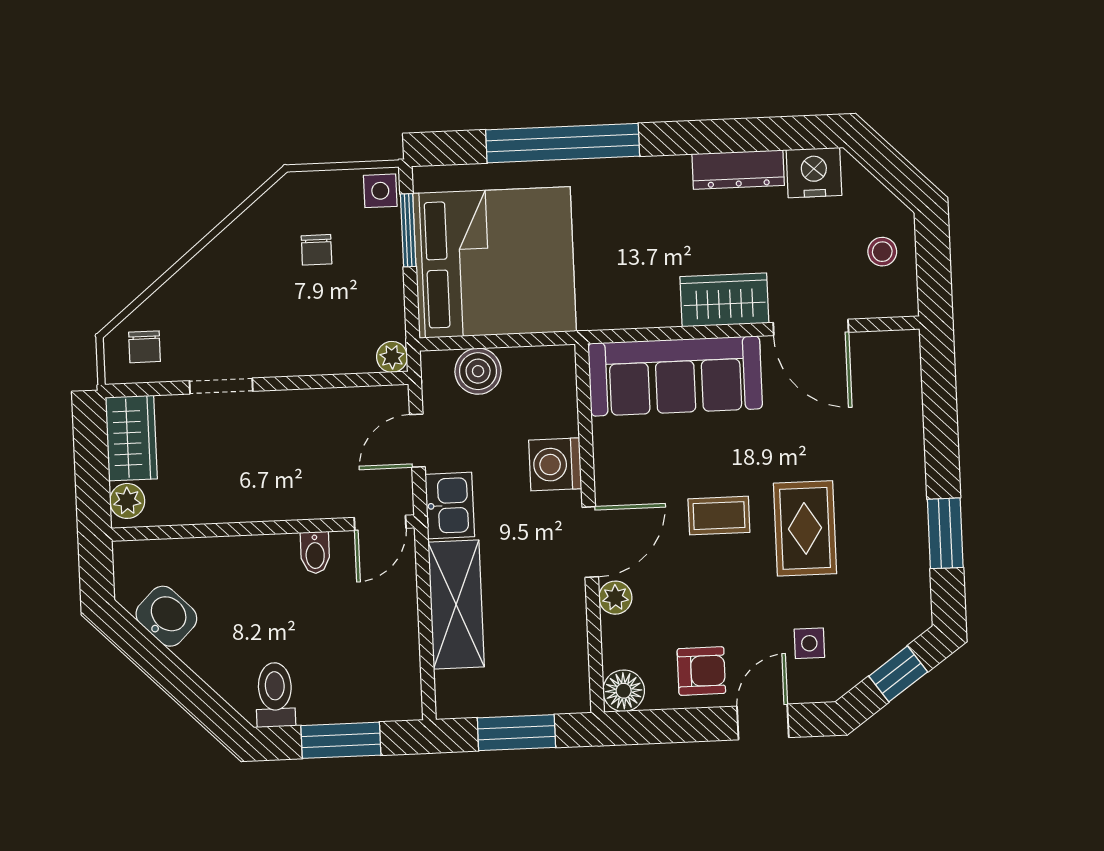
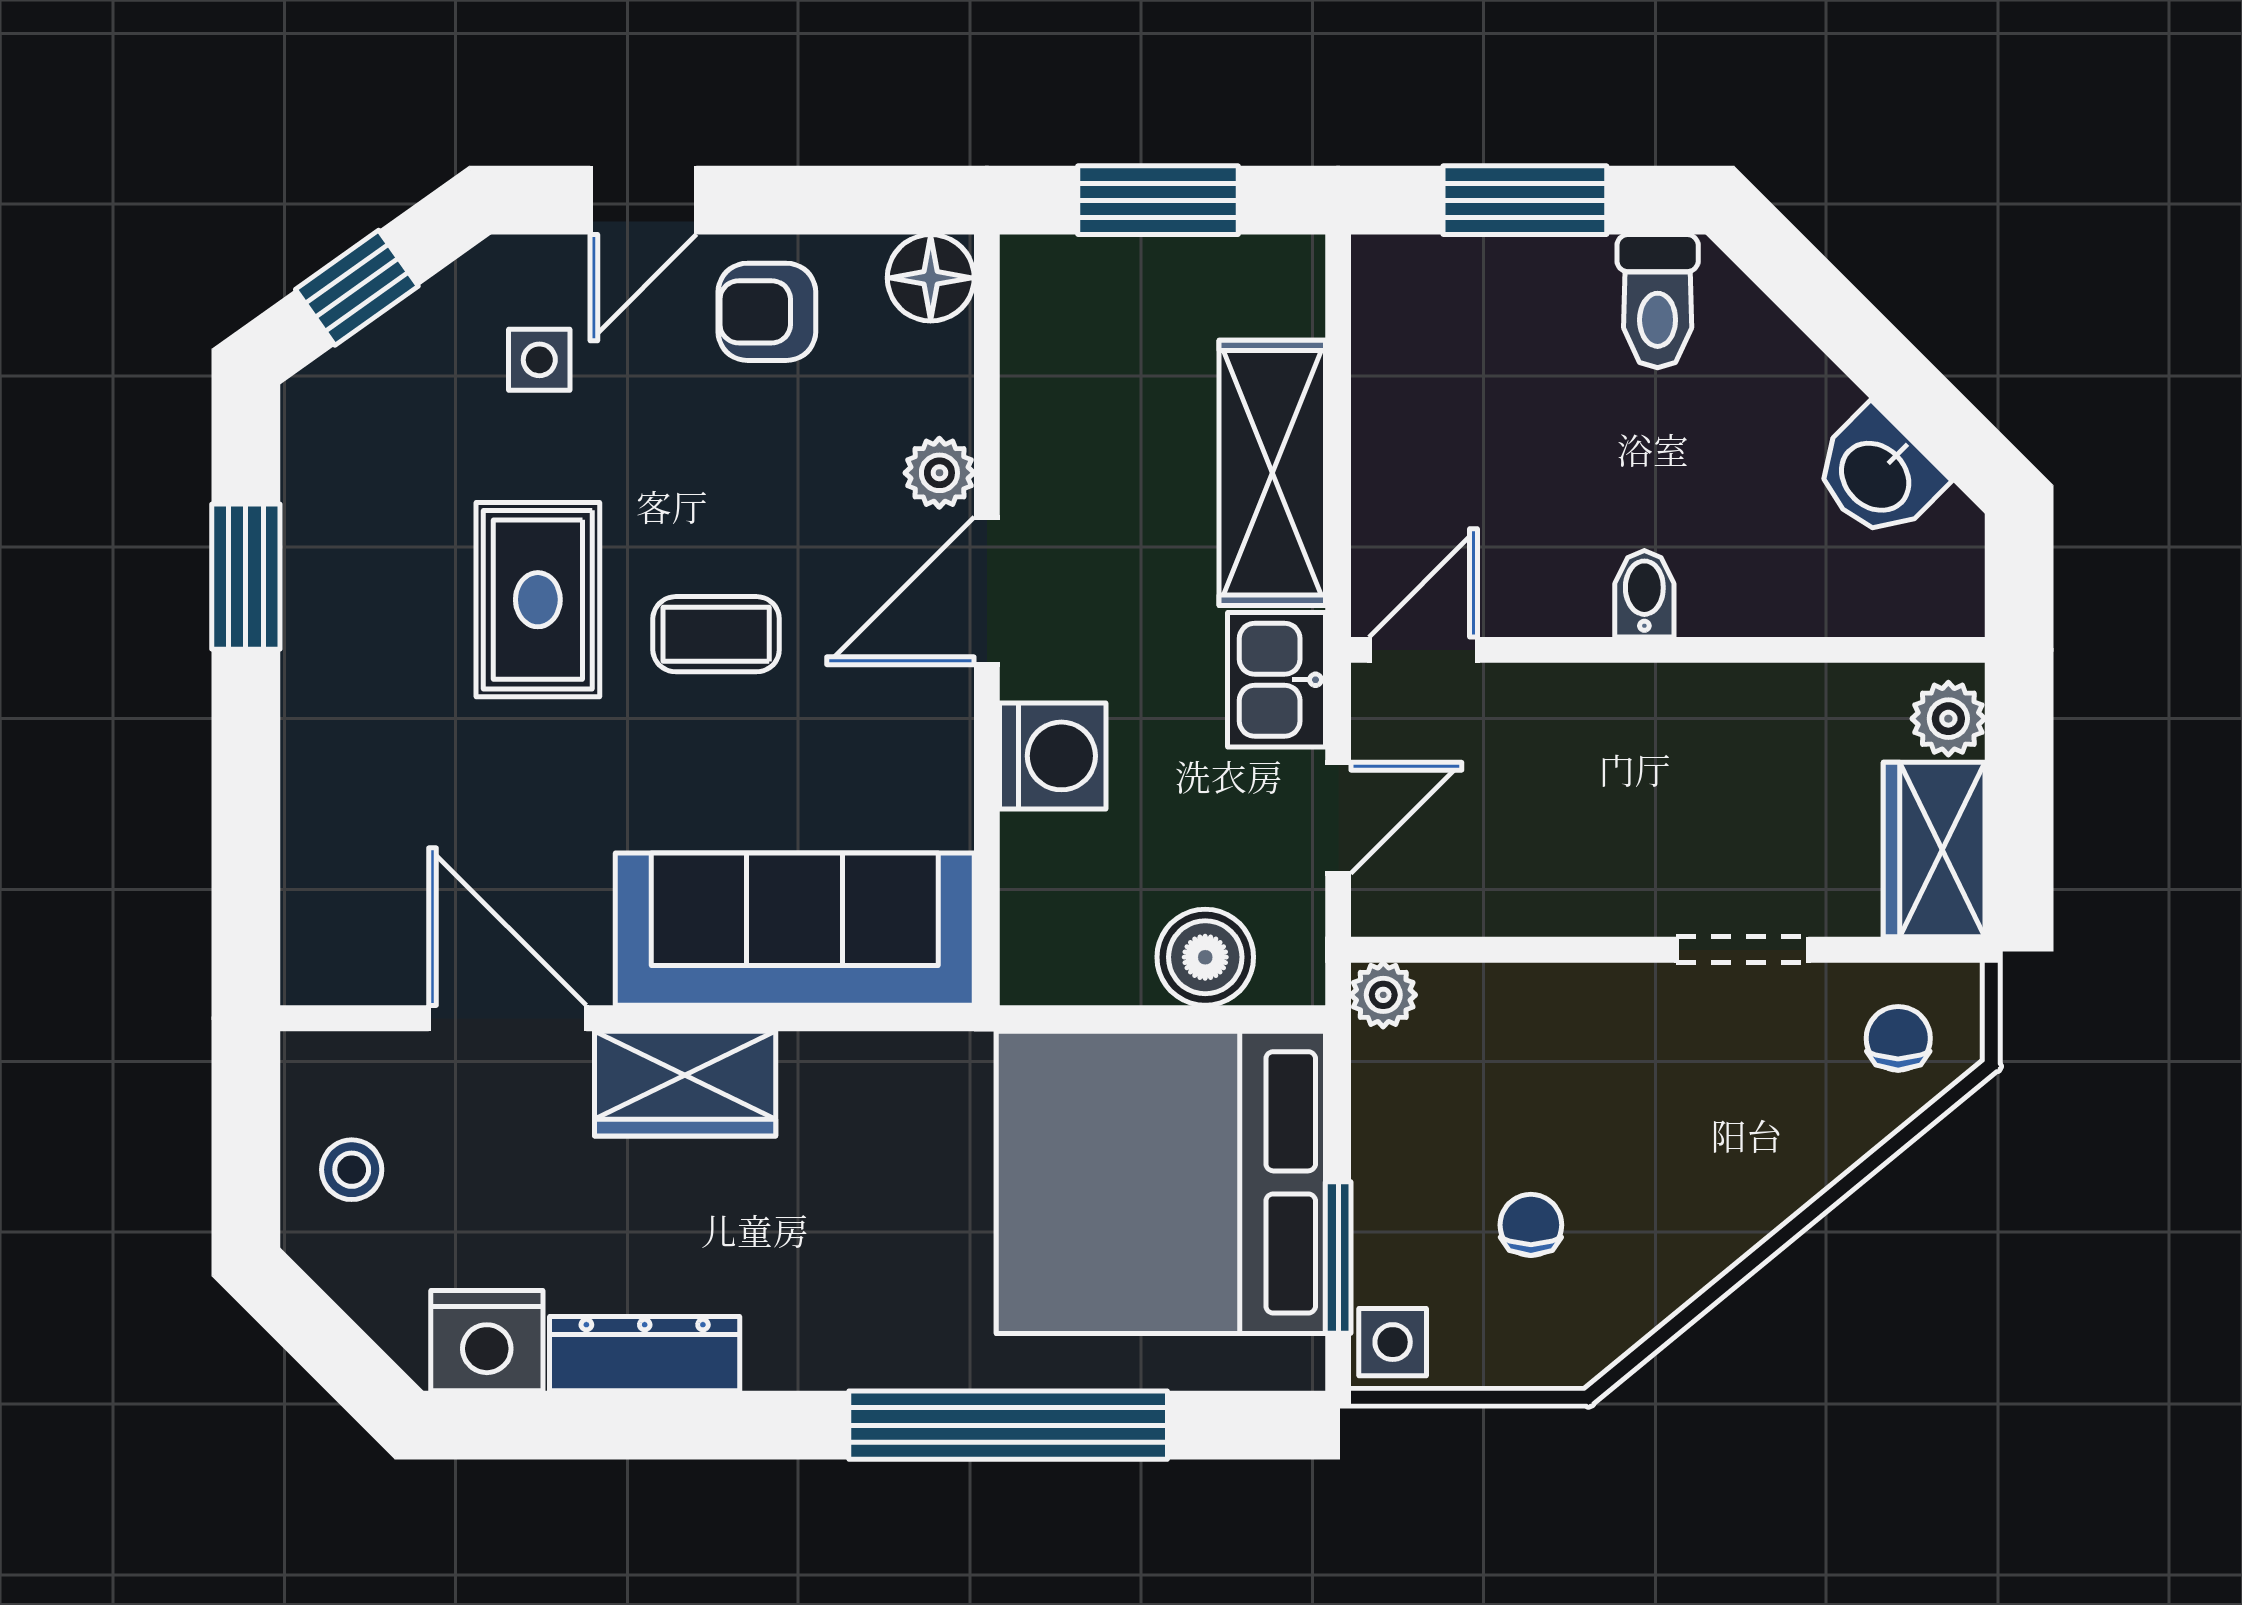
bidet: (315, 553) -> (1644, 594), moved

